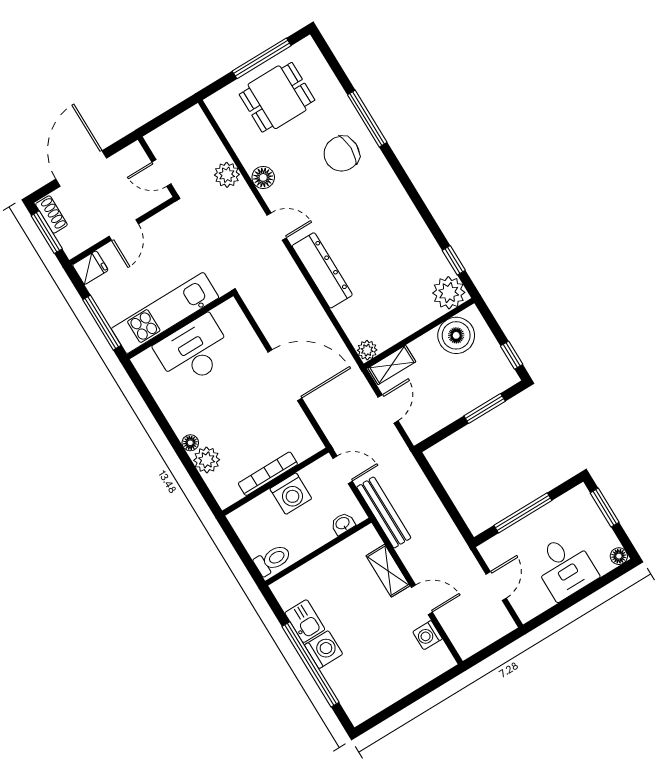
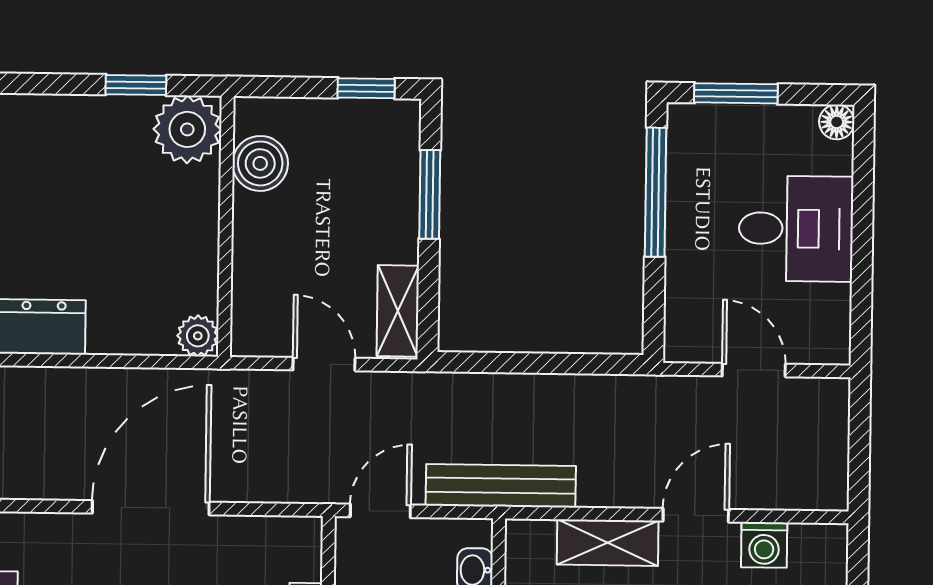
boiler: (456, 335) -> (260, 163), width x0.73, depth x0.73
shelving: (392, 365) -> (398, 311), moved
window: (523, 513) -> (656, 192), moved

